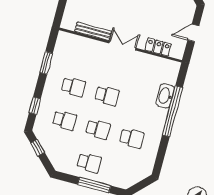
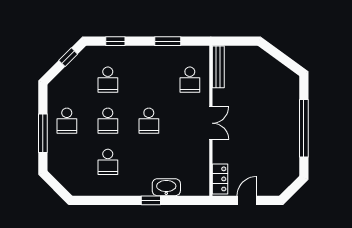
bench: (93, 31) -> (218, 67), moved
door: (193, 33) -> (247, 200), hinge flipped
locker: (158, 47) -> (220, 179), moved
school desk: (73, 87) -> (190, 80), moved
window: (172, 111) -> (151, 200), width x0.32

